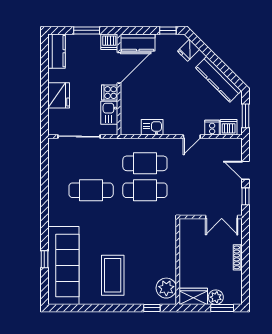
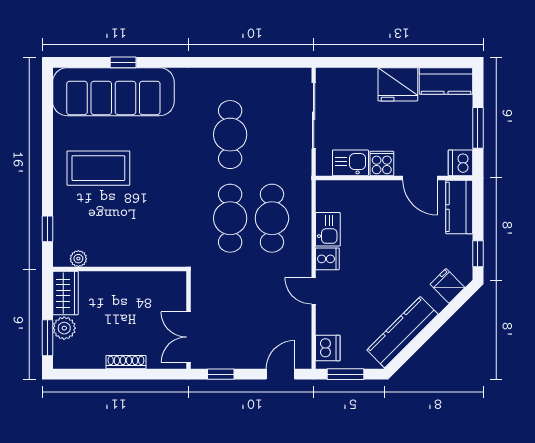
door: (119, 68) -> (420, 178), width x0.73
fridge: (59, 95) -> (398, 84), moved
cooker: (212, 128) -> (327, 259), moved
door: (245, 170) -> (280, 374), moved
plant: (166, 288) -> (78, 259), width x0.53, depth x0.53

